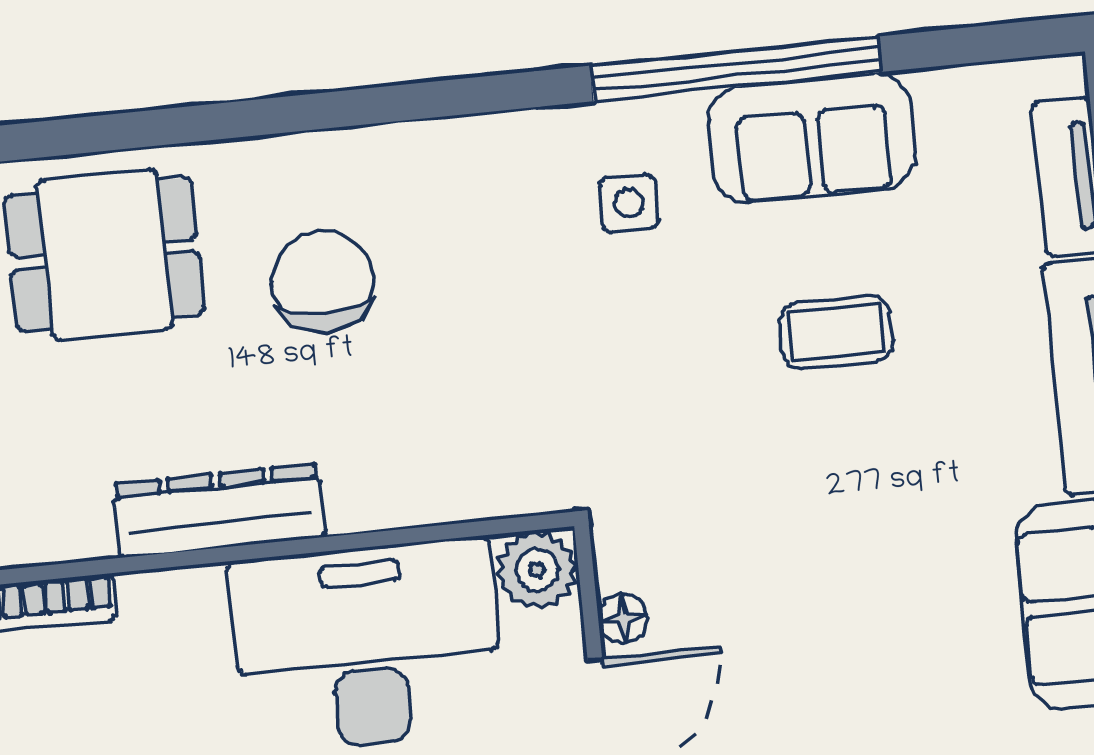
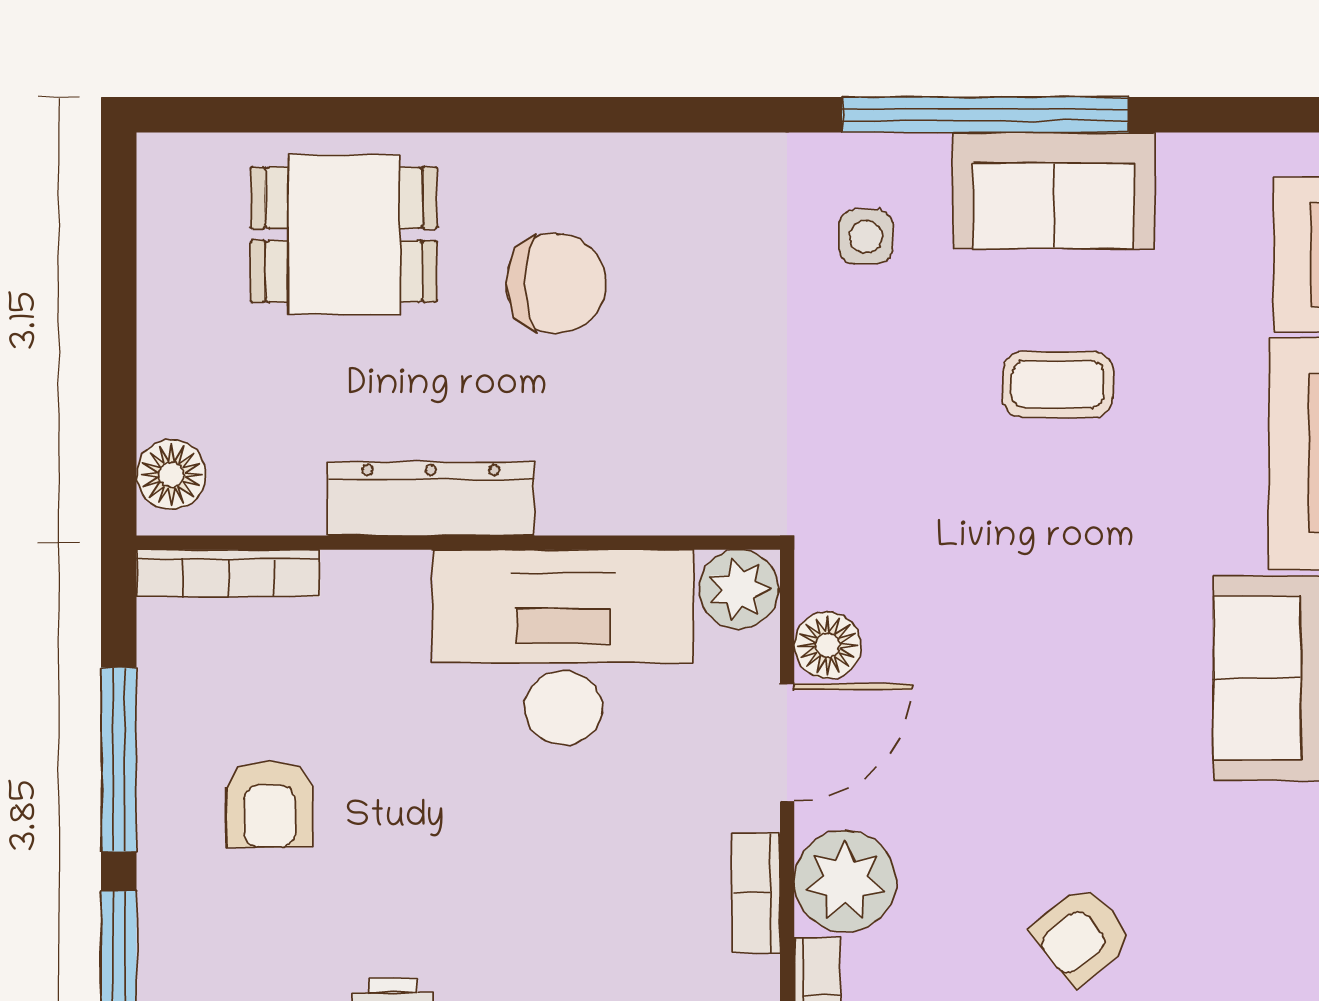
chair: (322, 282) -> (556, 283), turned 90
floor lamp: (623, 618) -> (828, 645), width x1.37, depth x1.37

